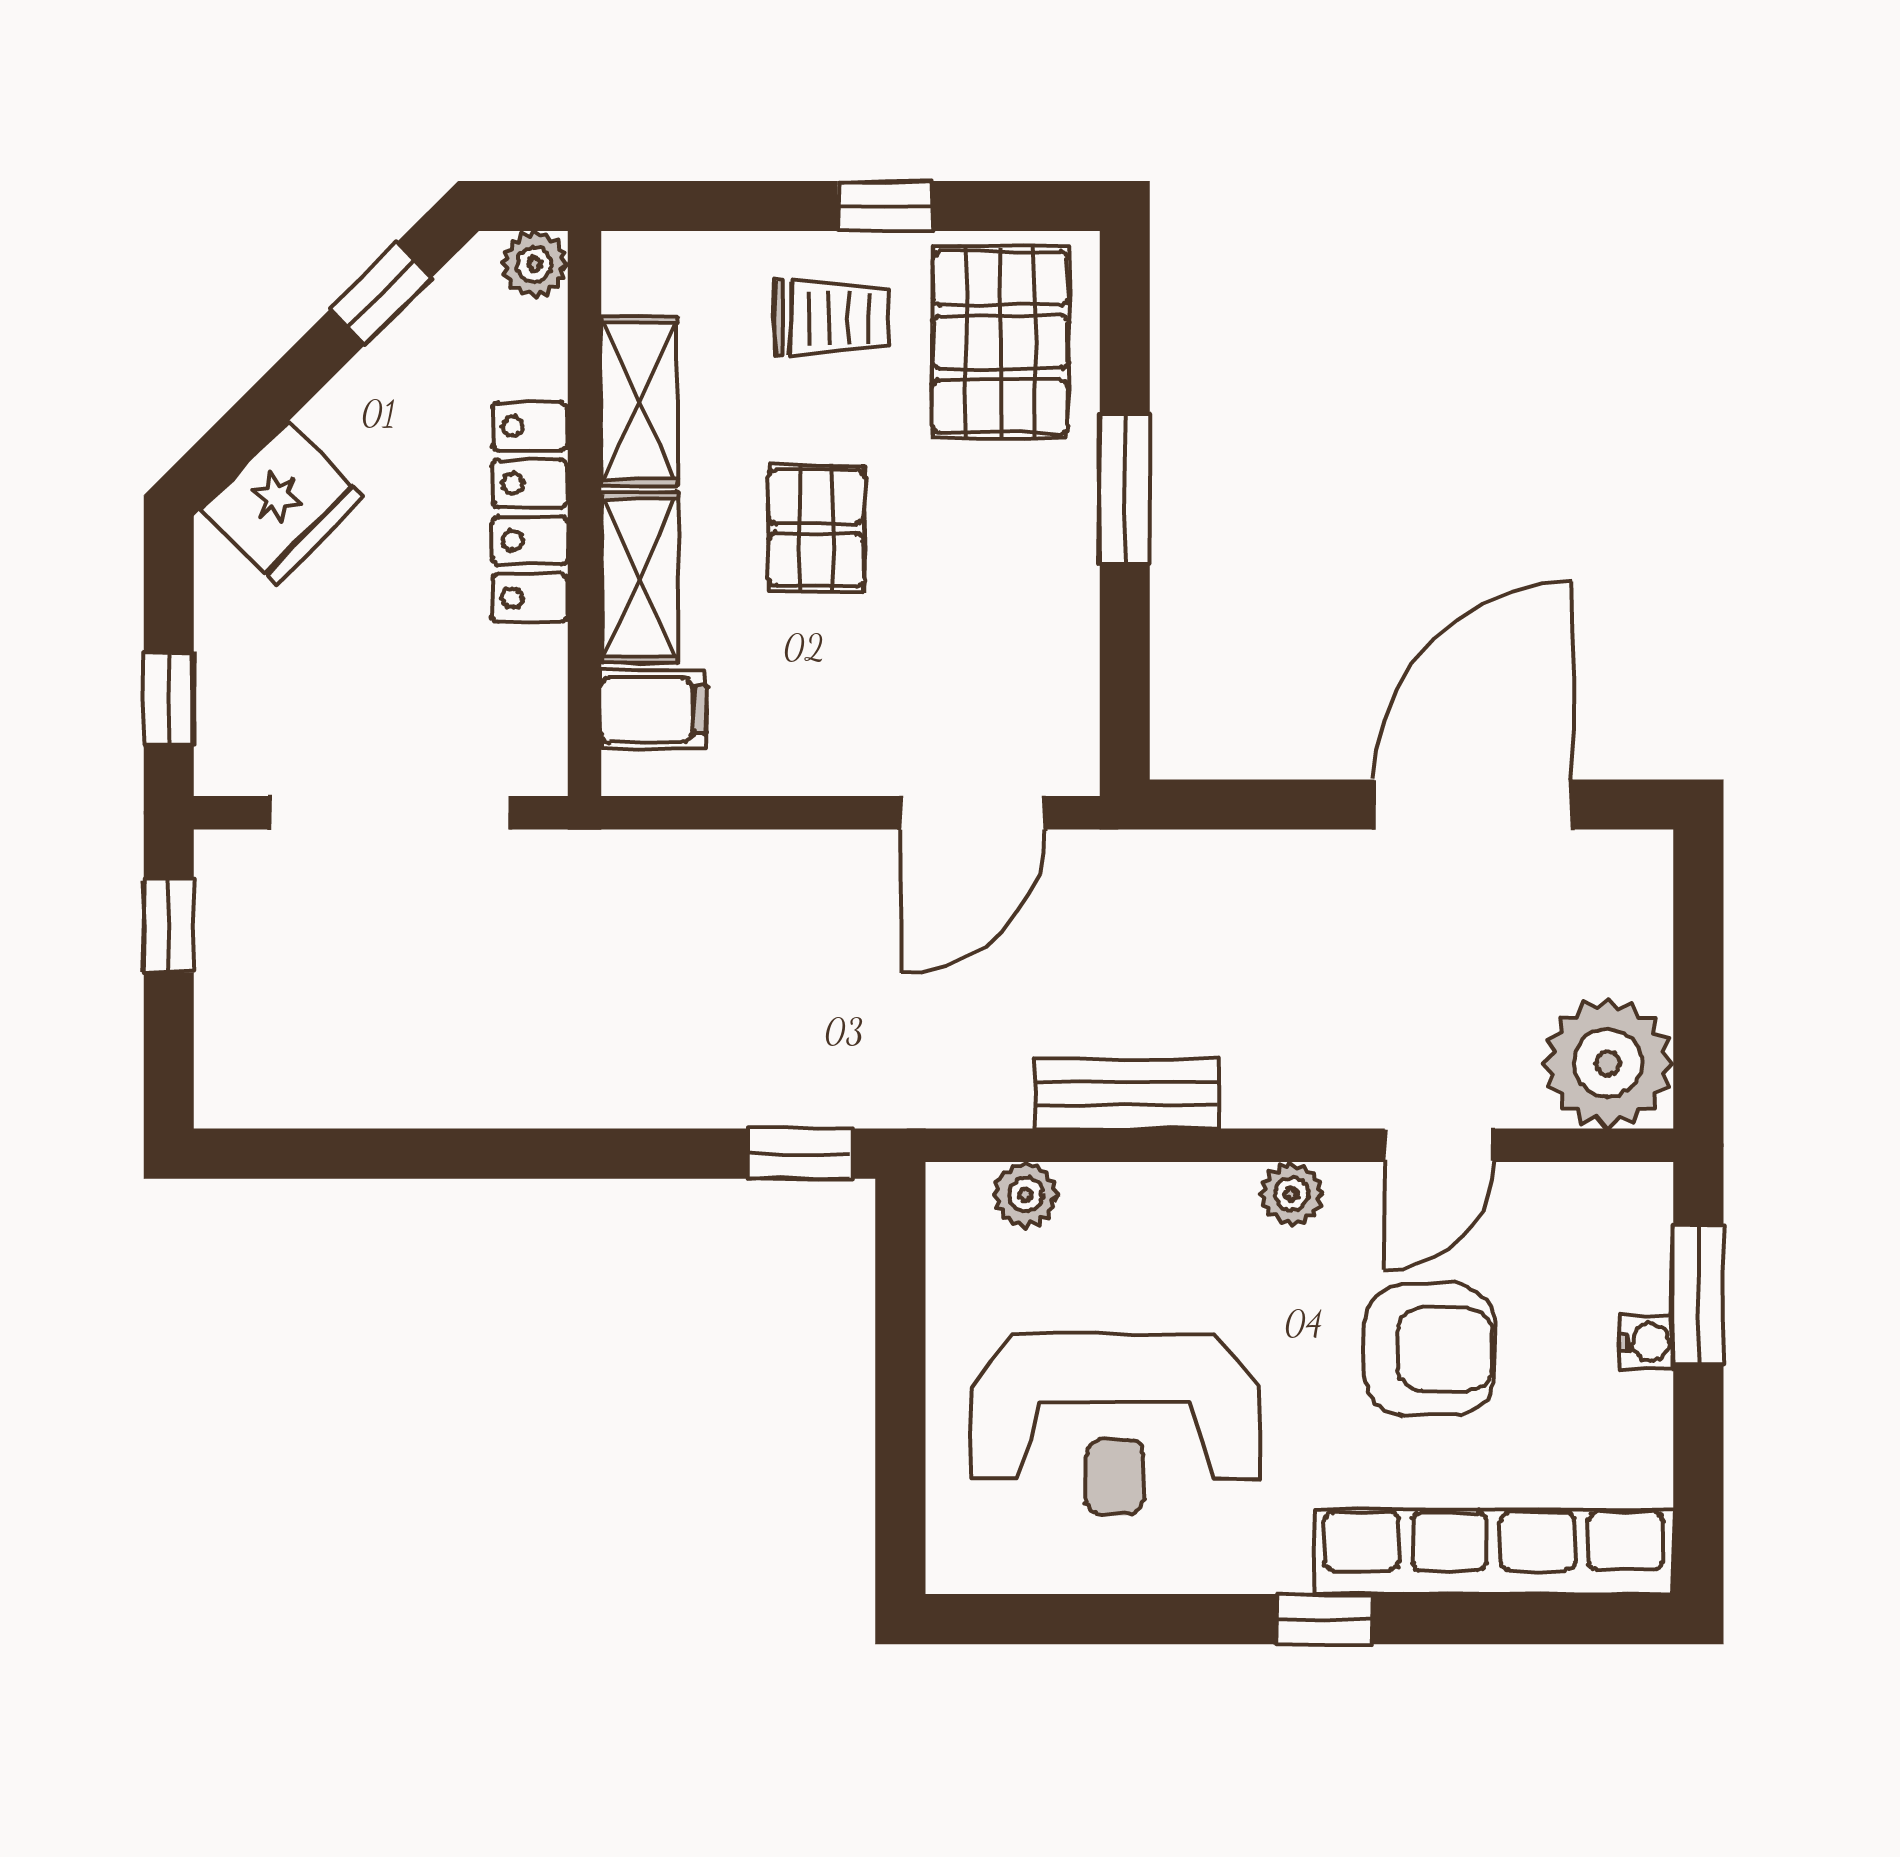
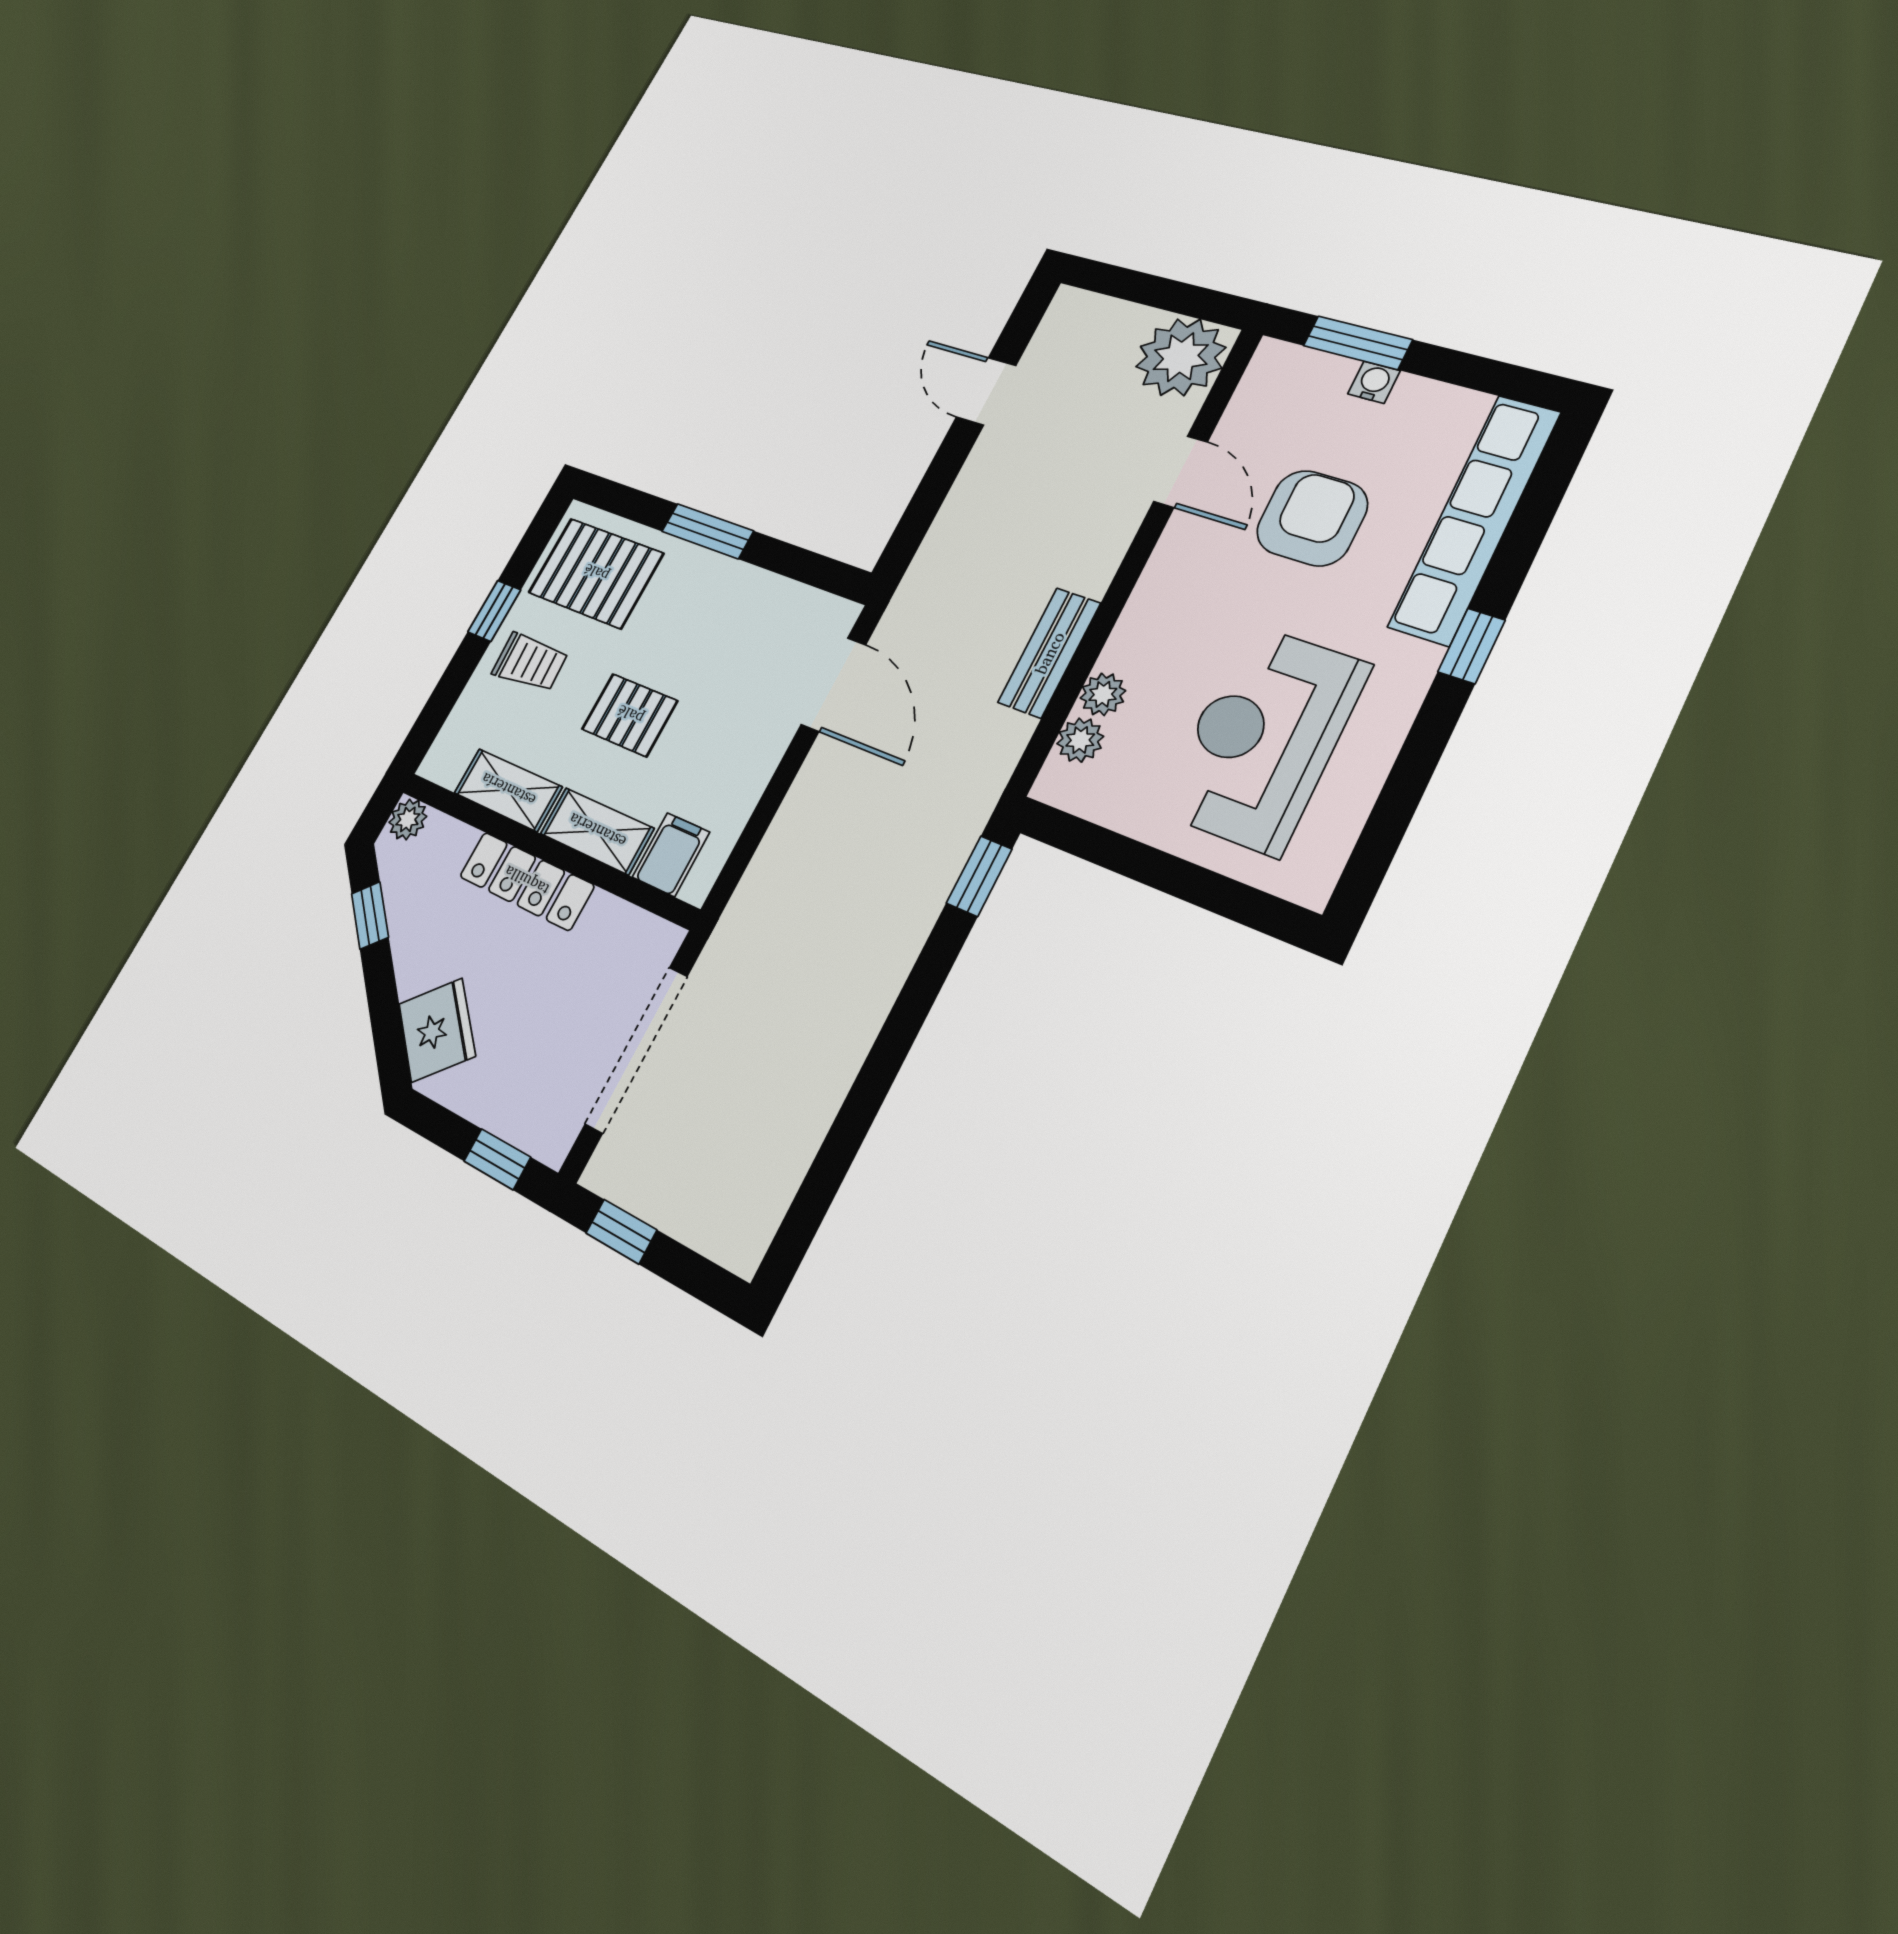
trolley: (831, 318) -> (530, 662), turned 87
door: (1473, 804) -> (986, 391), width x0.53
plant: (1292, 1194) -> (1103, 694), moved
reception desk: (1115, 1425) -> (1263, 738), turned 180

